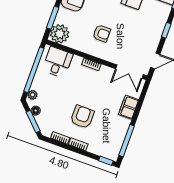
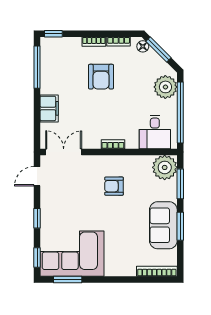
plant: (33, 95) -> (165, 87), width x1.88, depth x1.88
floor lamp: (36, 111) -> (143, 46), moved

